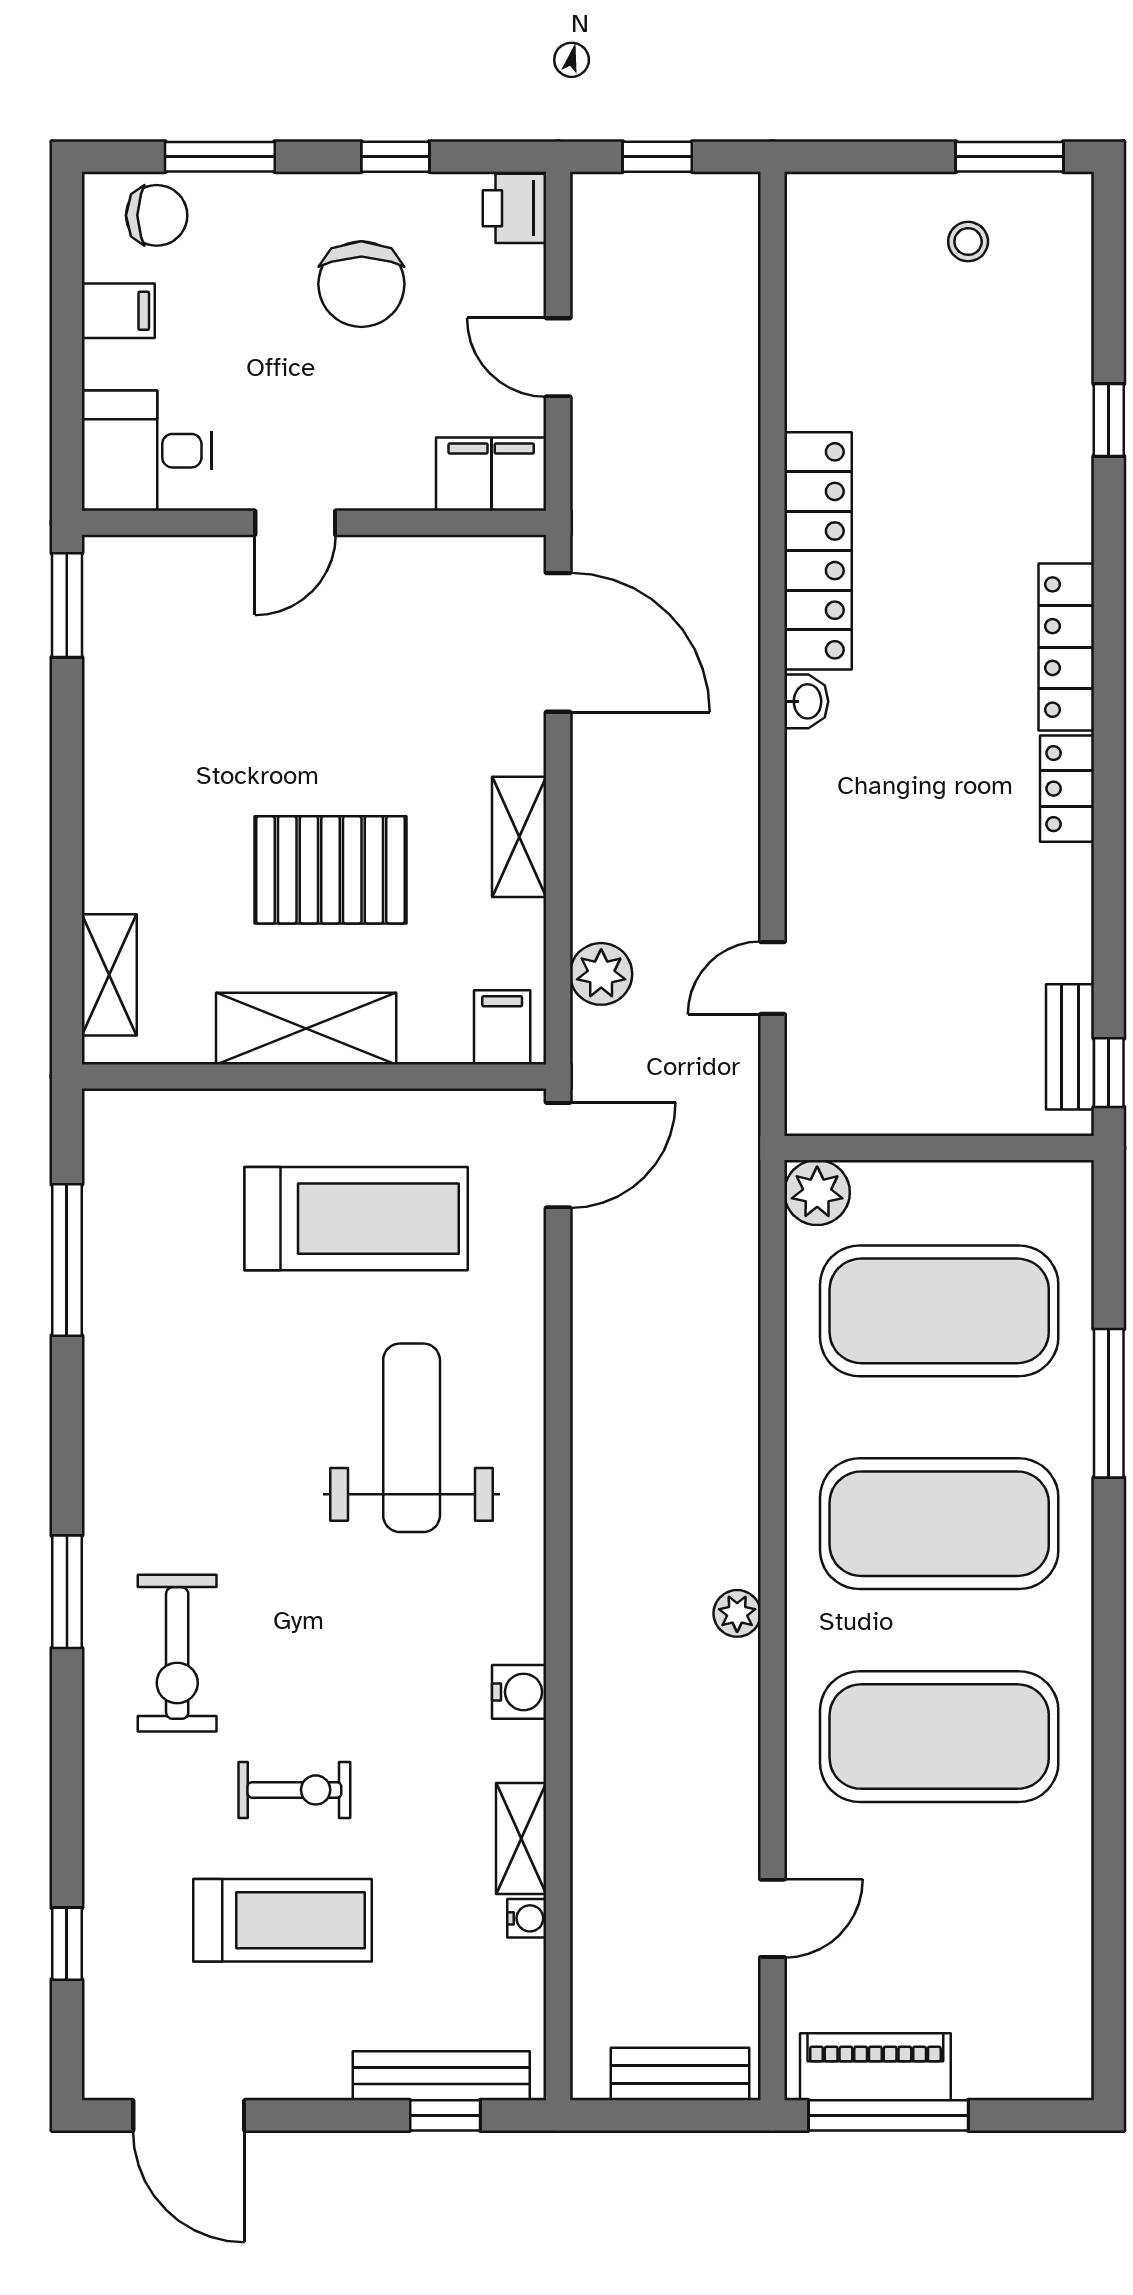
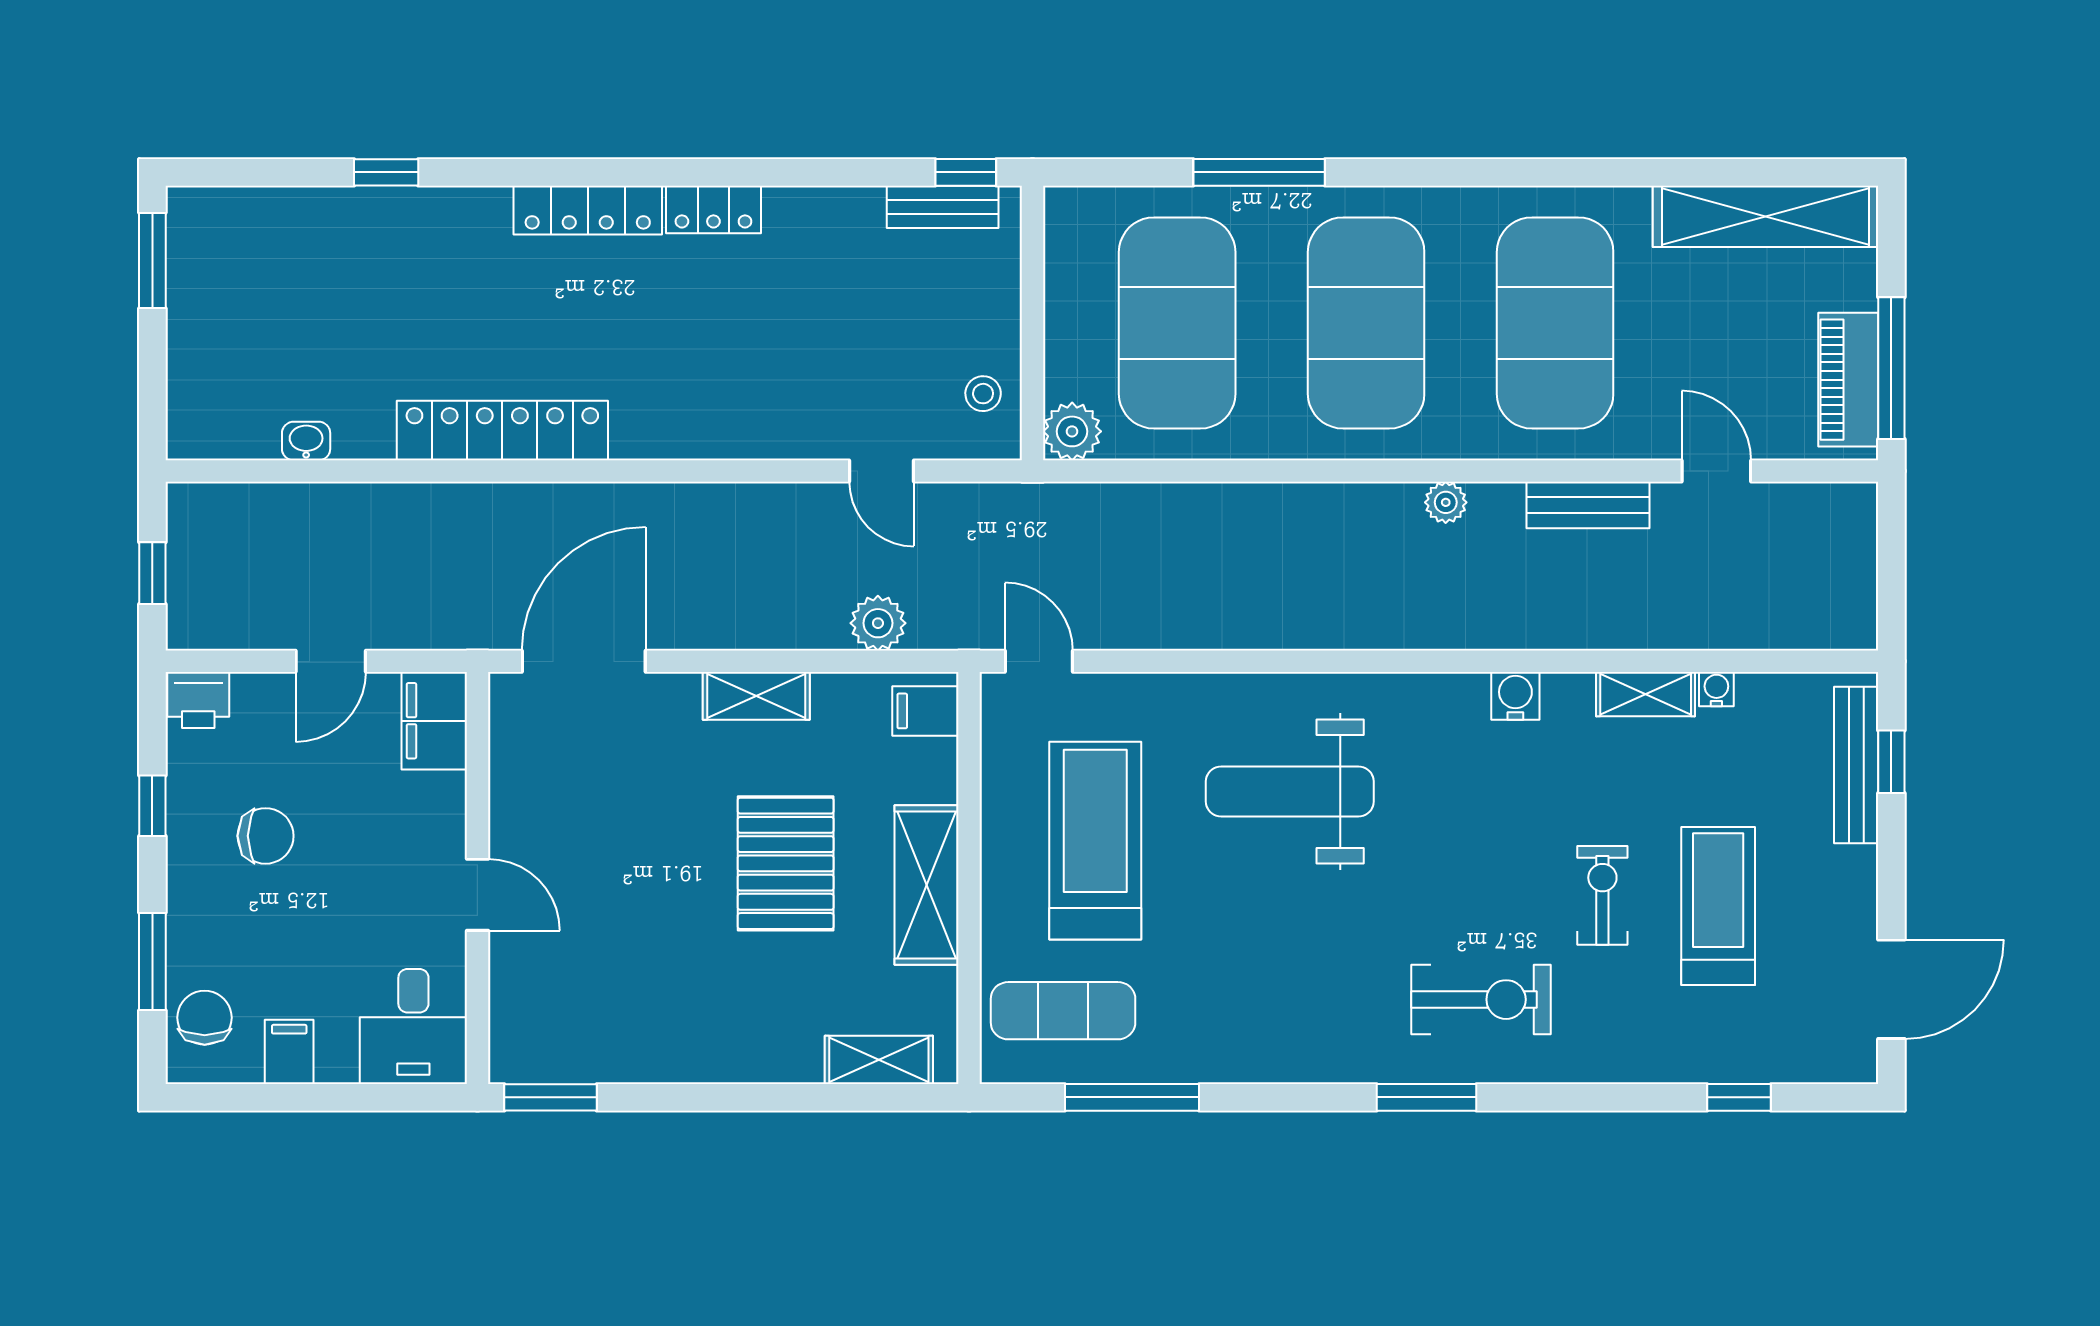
stool: (968, 242) -> (983, 394), moved
chair: (361, 284) -> (266, 836), width x0.73, depth x0.73
washbasin: (806, 701) -> (306, 441), moved
door: (558, 1155) -> (1039, 661), width x0.73
exercise mat: (165, 1182) -> (1063, 1011), added
shelving: (1059, 1974) -> (1766, 216), added
bench: (680, 2074) -> (1588, 505), moved, turned 90

